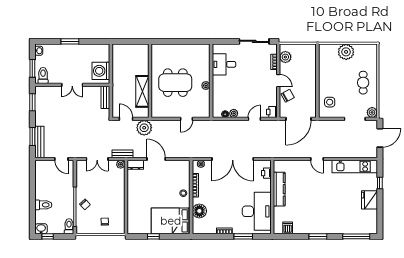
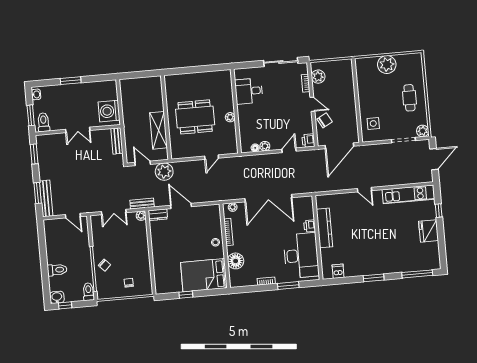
printer: (266, 173) -> (310, 226), moved

